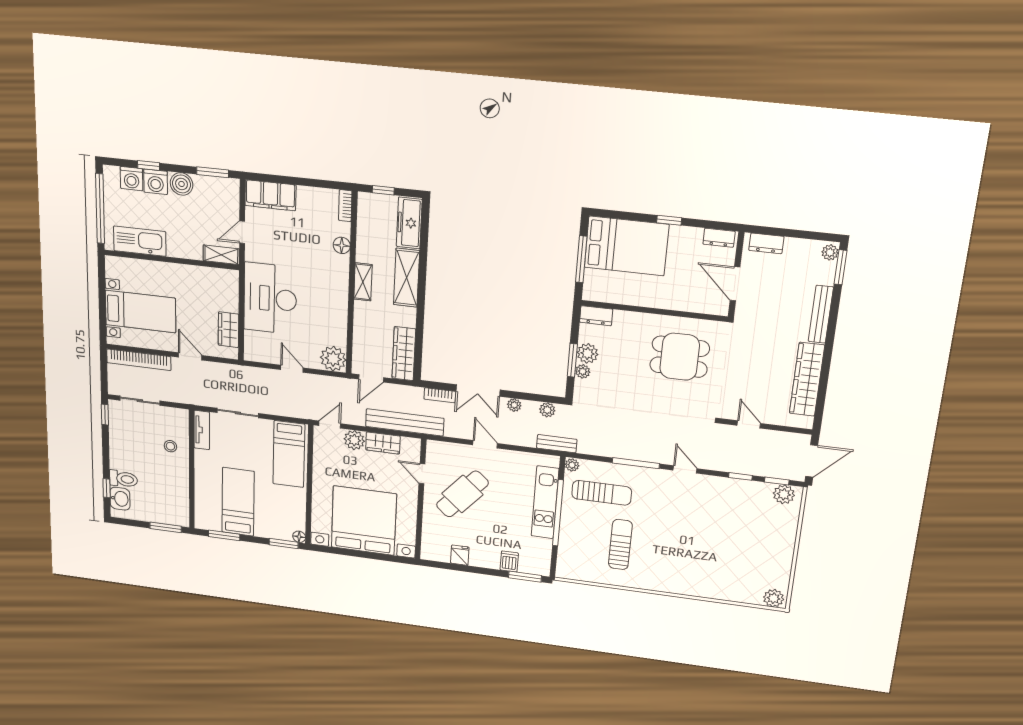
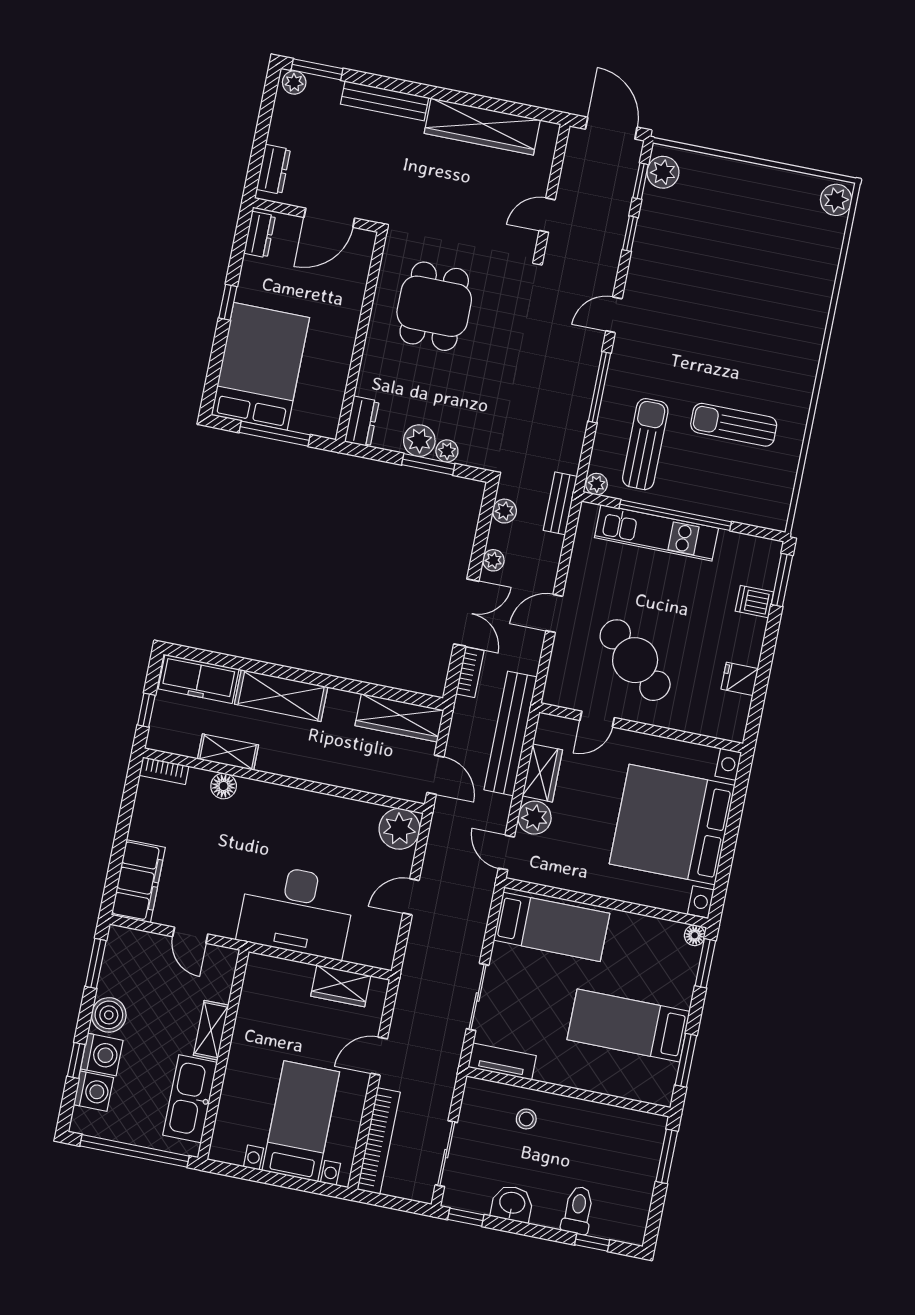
shelving: (221, 255) -> (211, 1030), moved
shelving: (363, 282) -> (228, 752), moved
washbasin: (120, 499) -> (512, 1204), moved

